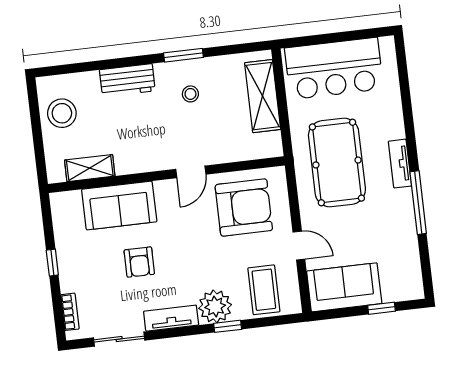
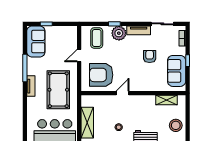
sofa: (119, 205) -> (177, 71), moved, turned -90
door: (299, 246) -> (79, 55), hinge flipped
sofa: (344, 287) -> (36, 42), moved, turned -90

